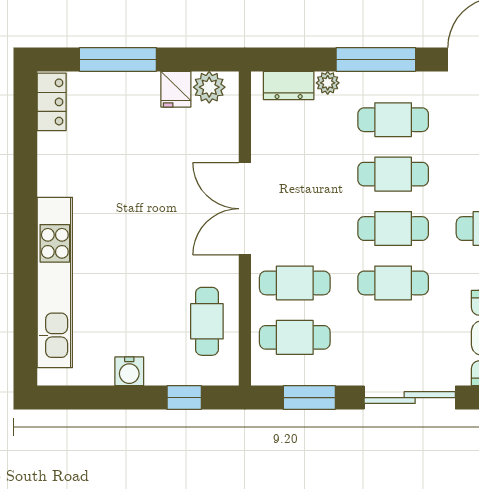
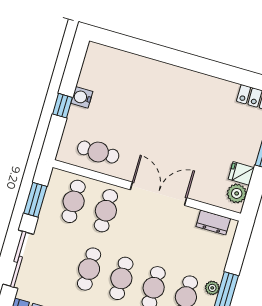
plant: (328, 83) -> (212, 288), moved
dresser: (289, 85) -> (213, 222), moved, turned -90
kitchen unit: (55, 282) -> (147, 68), removed
window: (184, 398) -> (63, 106), moved

